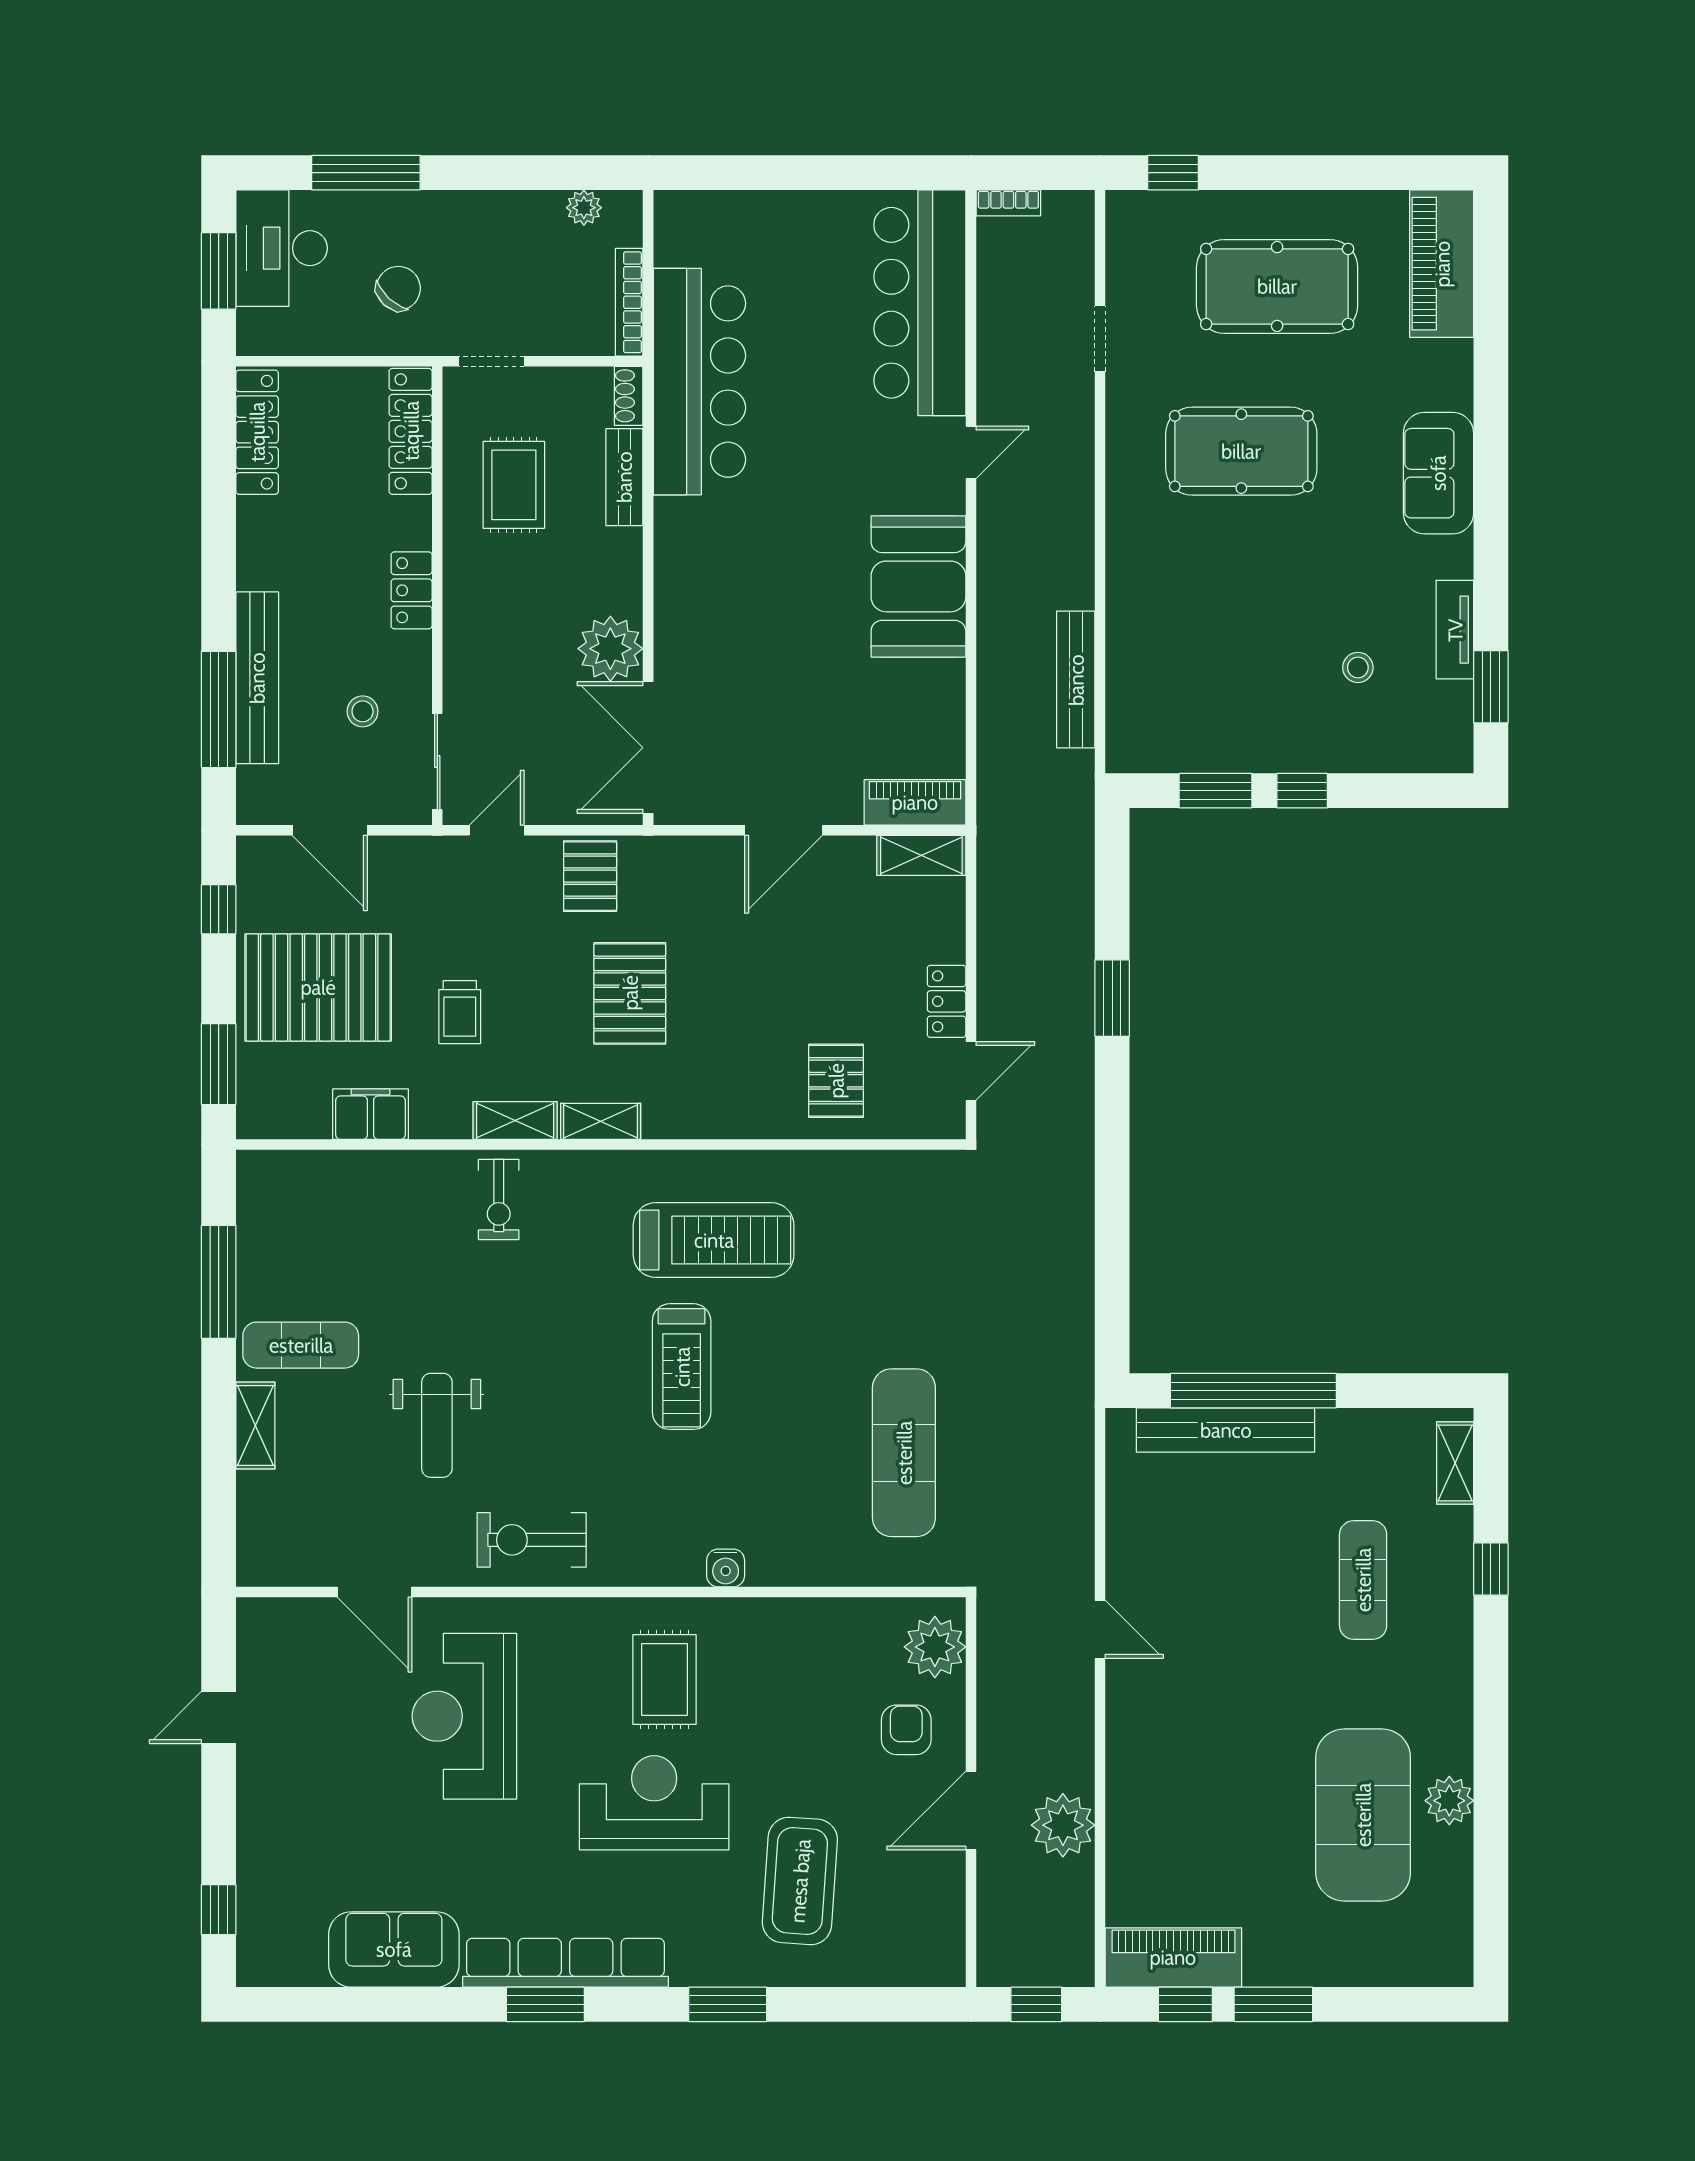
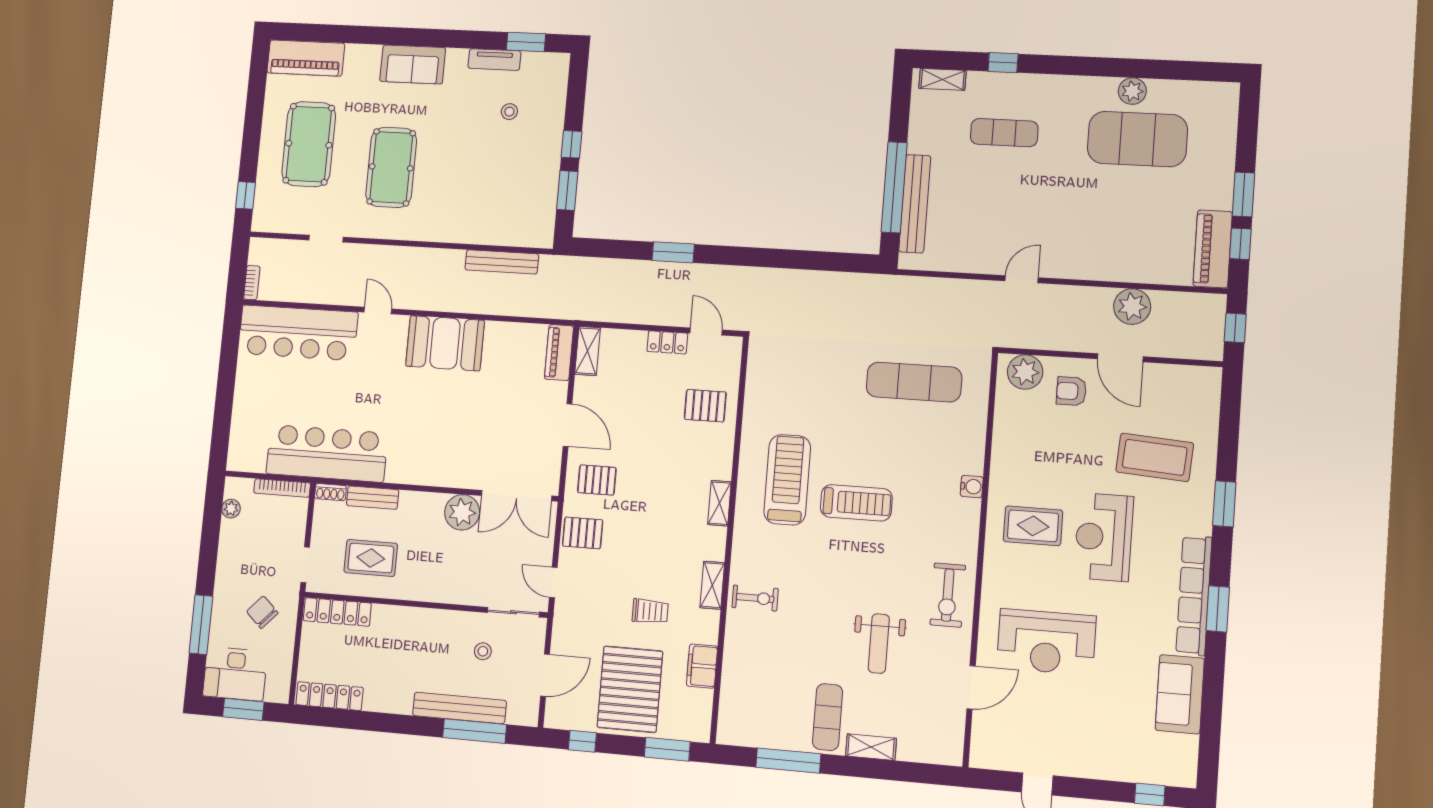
locker: (412, 590) -> (421, 619), removed
pallet: (630, 993) -> (597, 480), moved, width x0.67, depth x0.71
shelving: (601, 1121) -> (719, 503), moved
weight bench: (437, 1425) -> (879, 643), turned 90

